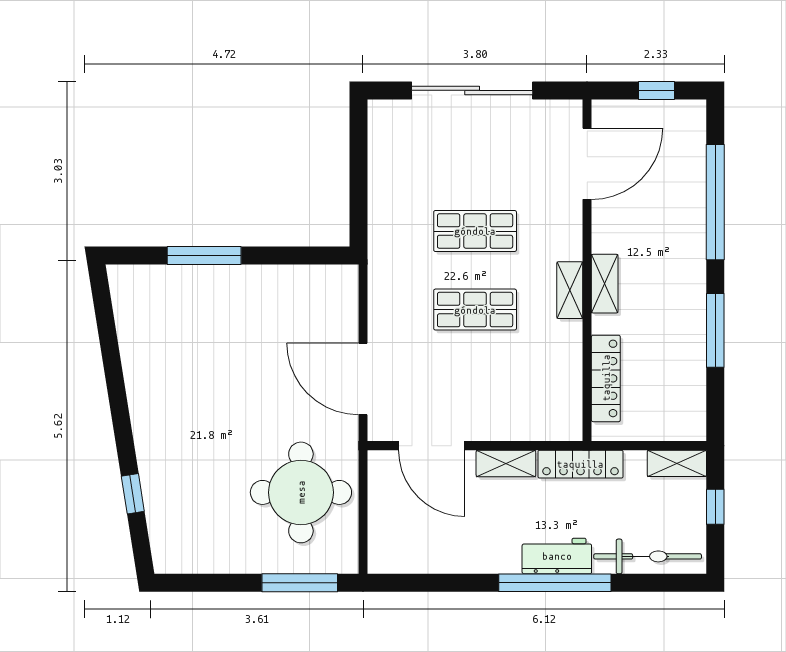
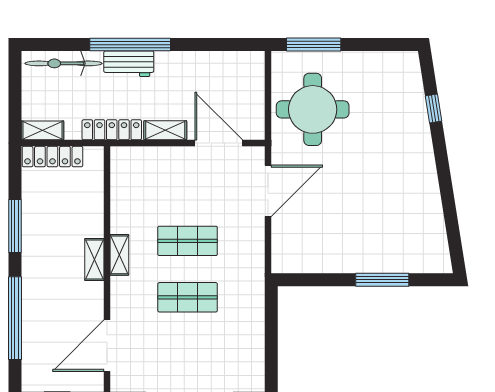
locker: (606, 378) -> (52, 157), moved, turned -90
door: (363, 379) -> (268, 191), hinge flipped
window: (715, 507) -> (15, 99), removed

